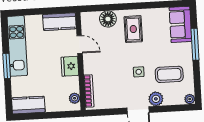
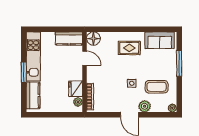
floor lamp: (108, 19) -> (93, 39), moved
sofa: (180, 24) -> (160, 40), moved, turned -90
rug: (133, 29) -> (129, 48), turned 90
fridge: (70, 66) -> (76, 89), moved
kitchen counter: (28, 105) -> (33, 95), moved, turned 90

